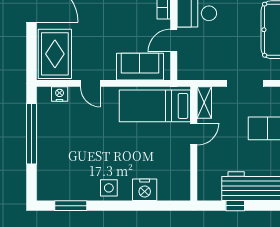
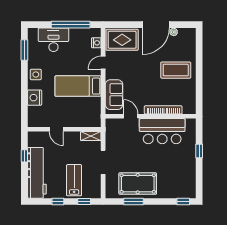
bed: (155, 106) -> (78, 86), moved, turned -90
door: (194, 134) -> (56, 129), moved
desk: (55, 160) -> (53, 40), added

